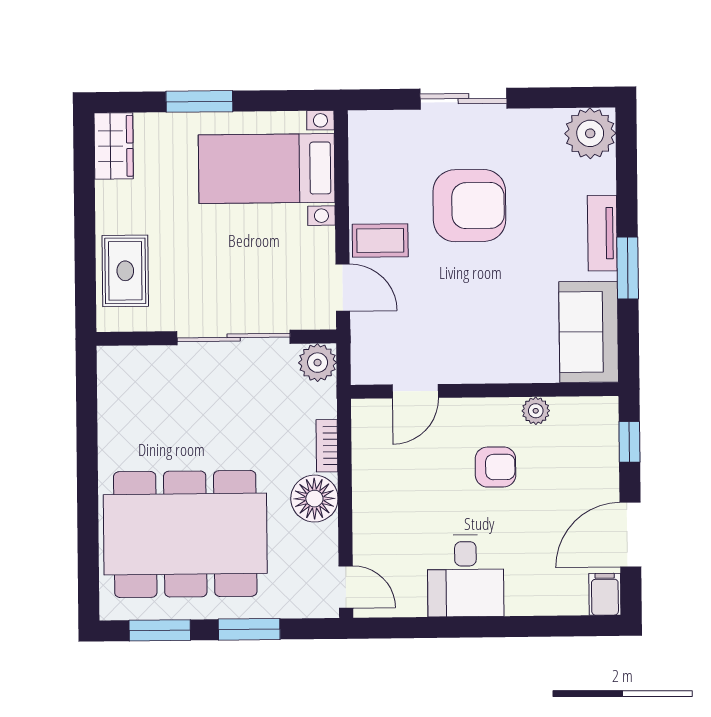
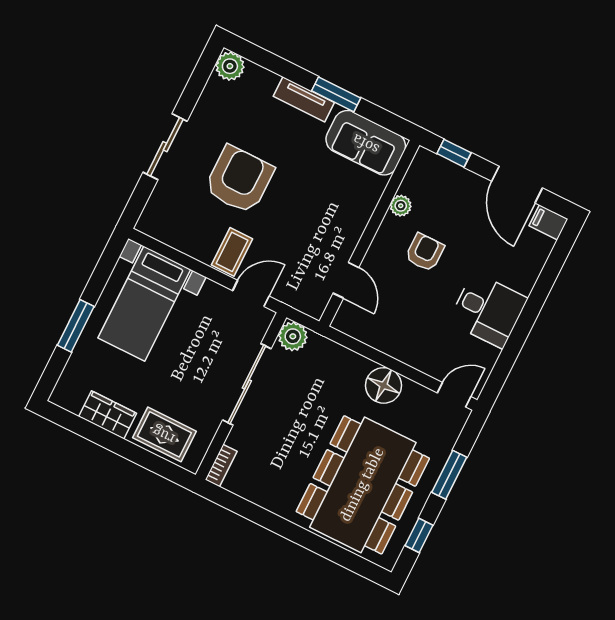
plant: (590, 133) -> (230, 66), width x0.73, depth x0.73
wardrobe: (114, 146) -> (108, 415), moved
bookcase: (327, 446) -> (221, 466), moved, turned -90
window: (160, 630) -> (419, 535), width x0.67

